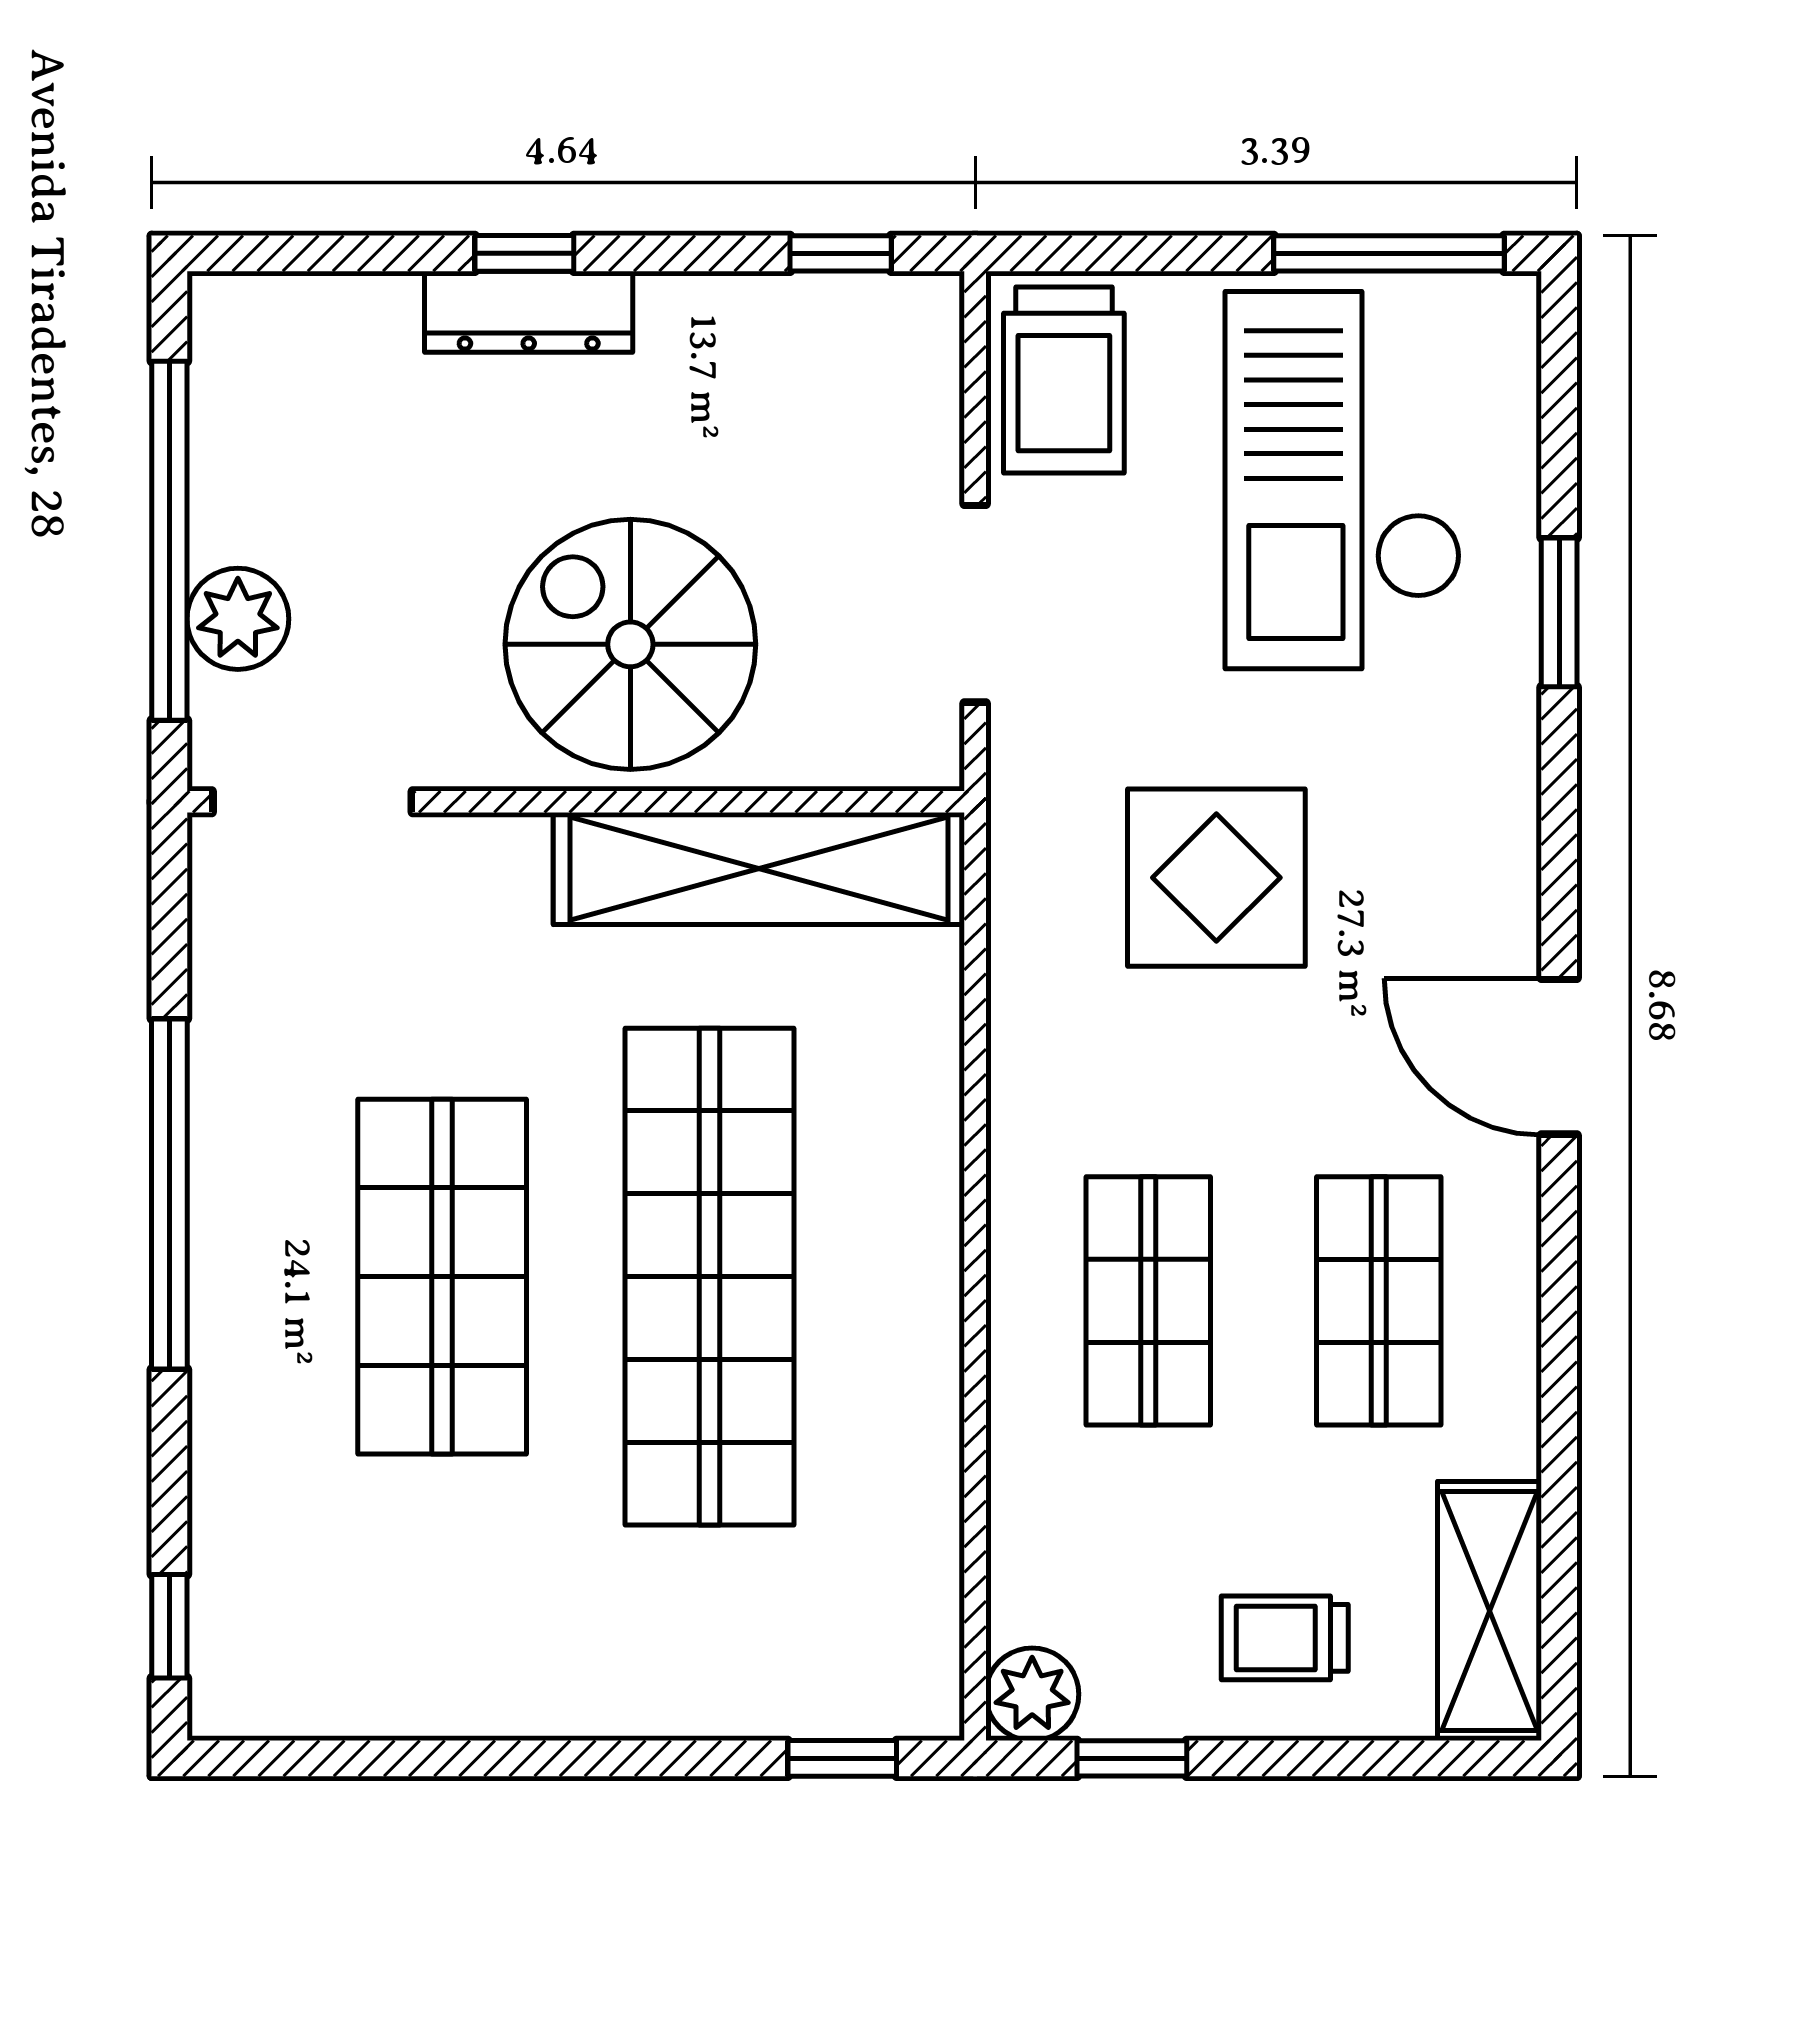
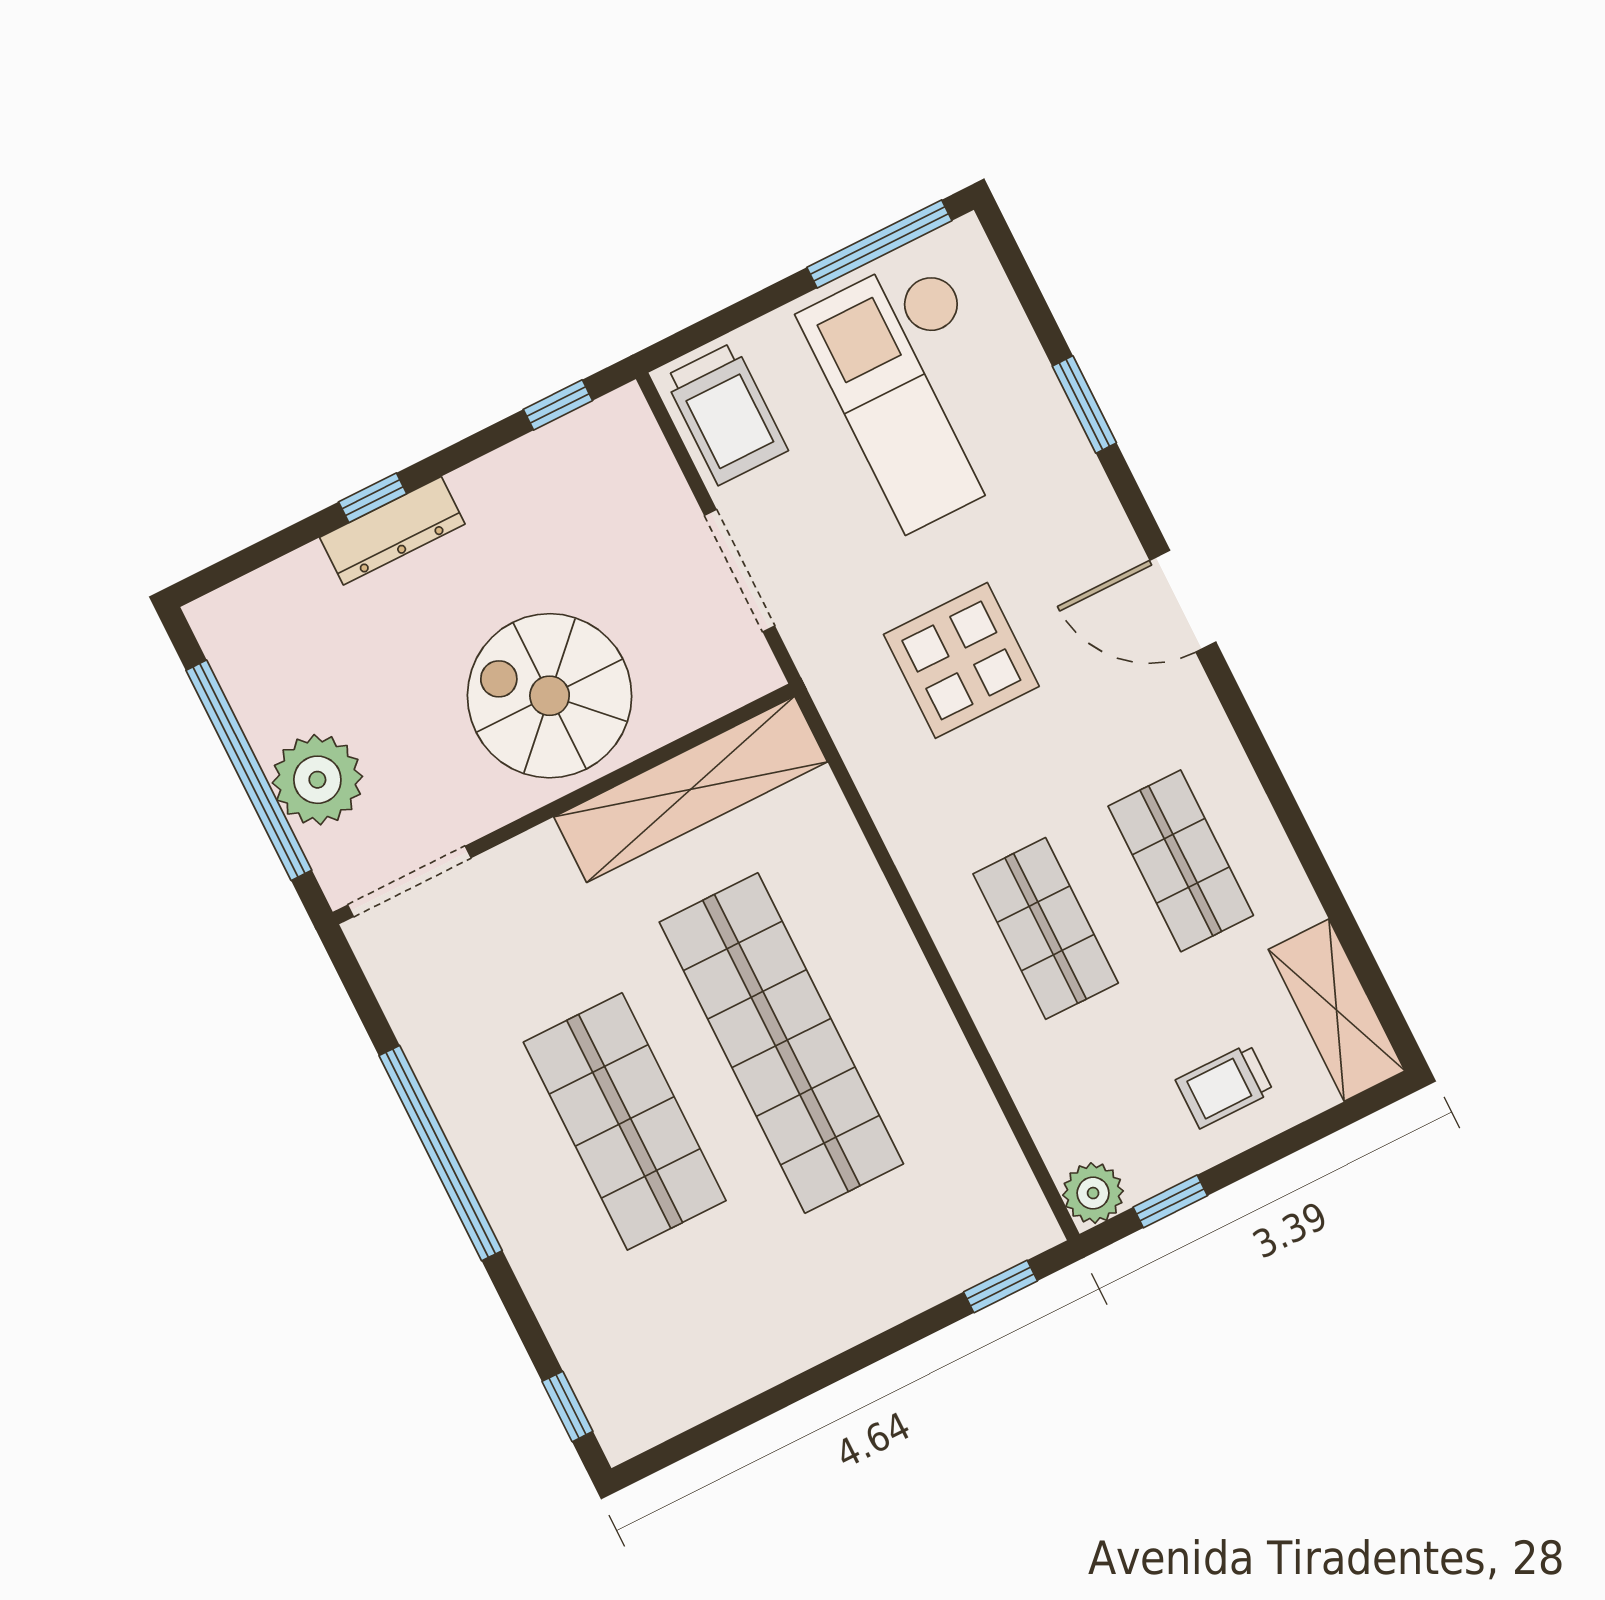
plant: (238, 619) -> (317, 780), width x1.36, depth x1.36
door: (1559, 1057) -> (1183, 601), moved

